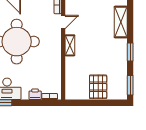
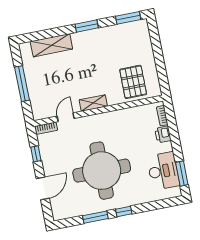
door: (63, 22) -> (66, 117), hinge flipped
pallet: (98, 87) -> (133, 82), moved, turned 90

